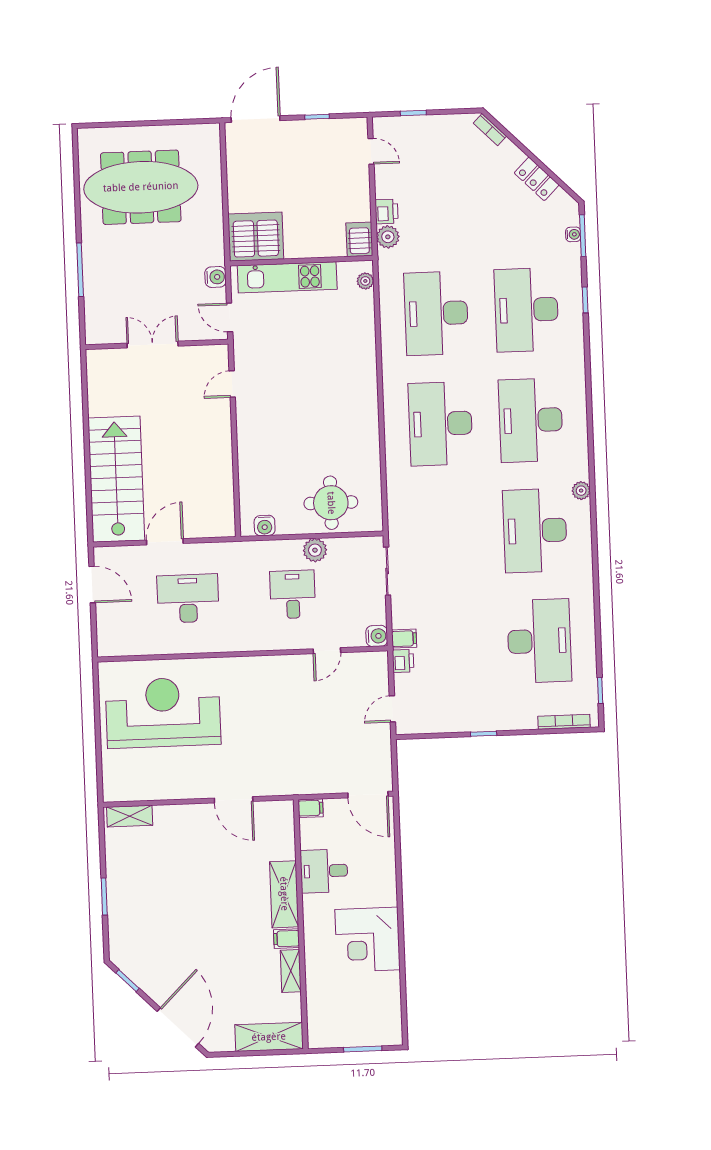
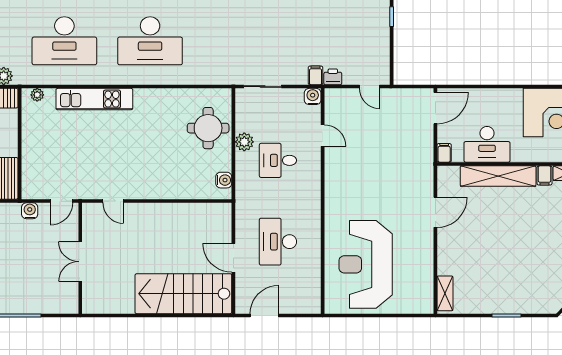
kitchen unit: (287, 277) -> (94, 99), moved, turned 90
desk: (324, 871) -> (487, 144), width x1.37
shelving: (284, 894) -> (498, 176), width x1.47

